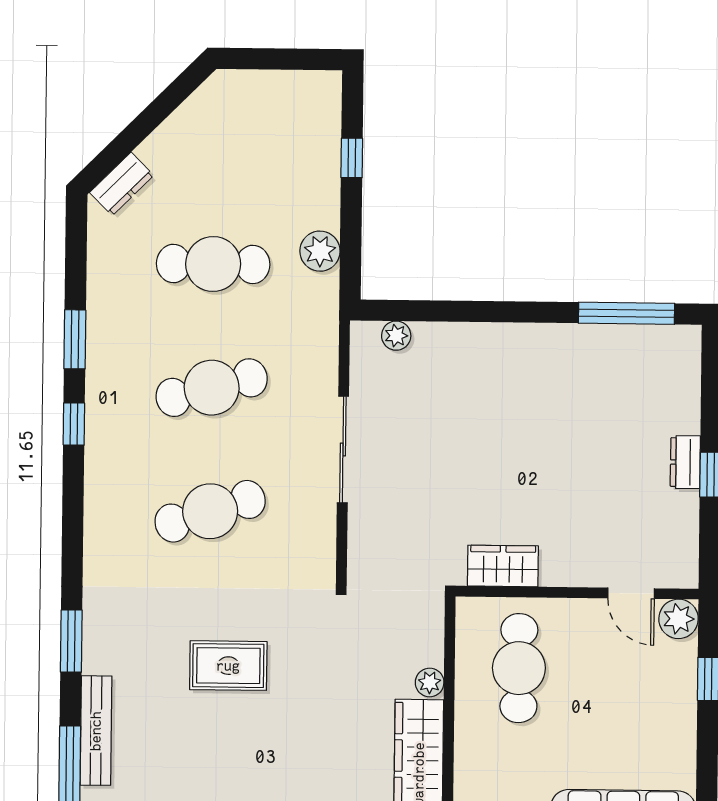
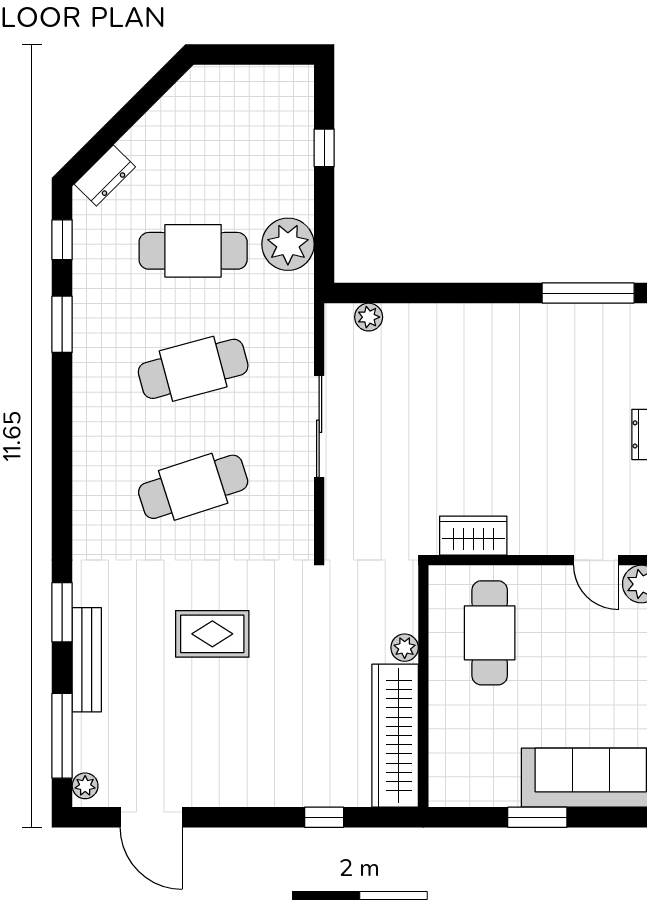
plant: (320, 251) -> (288, 244), width x1.36, depth x1.36
window: (74, 424) -> (62, 240), moved
bench: (96, 731) -> (87, 660), moved

